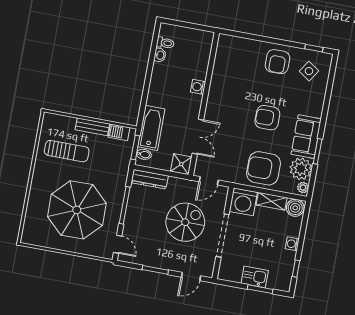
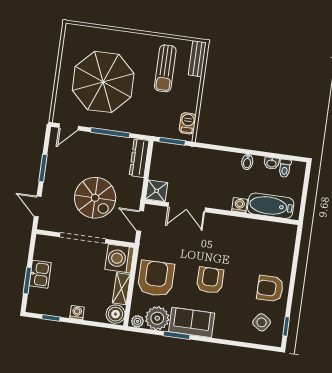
bench: (92, 127) -> (197, 59), moved
bathtub: (151, 128) -> (271, 206), moved, turned 180
bidet: (144, 154) -> (247, 162), moved

